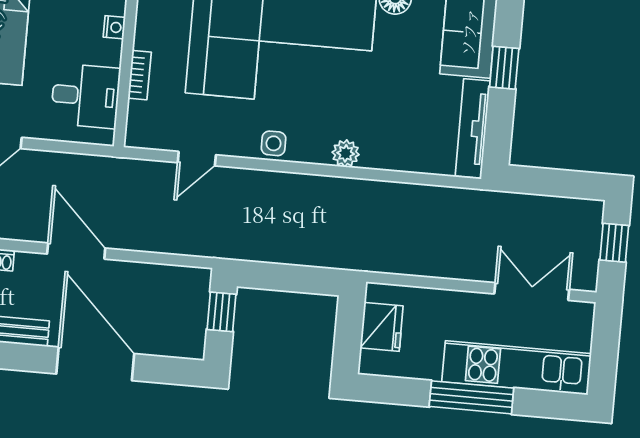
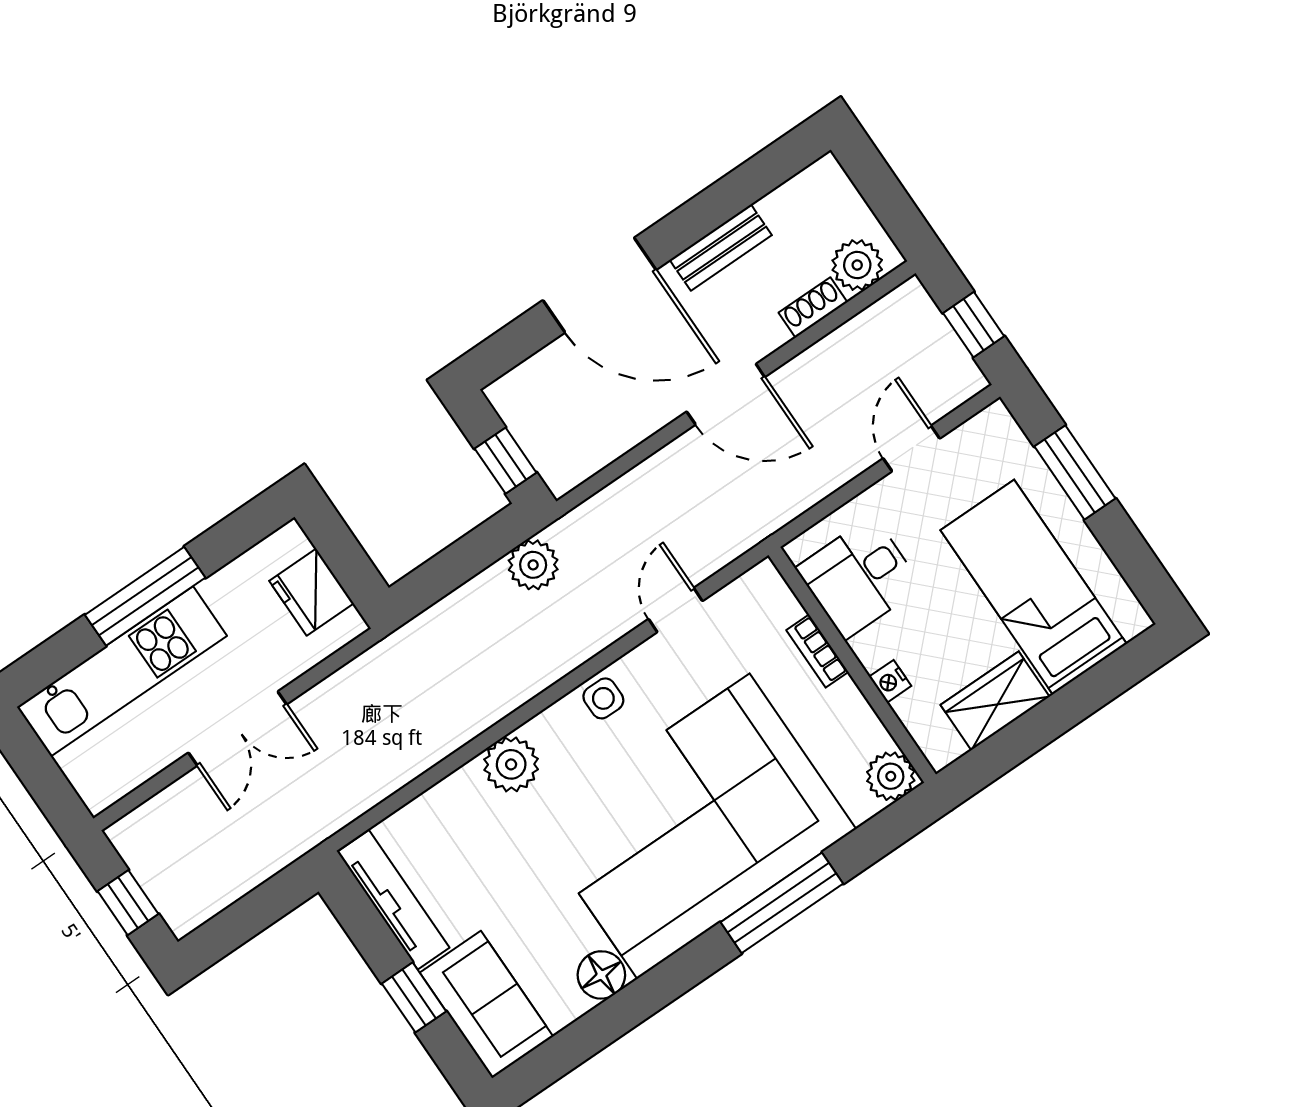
plant: (346, 153) -> (511, 764), width x1.38, depth x1.38
plant: (252, 245) -> (533, 565), added
double door: (532, 292) -> (238, 729), moved

